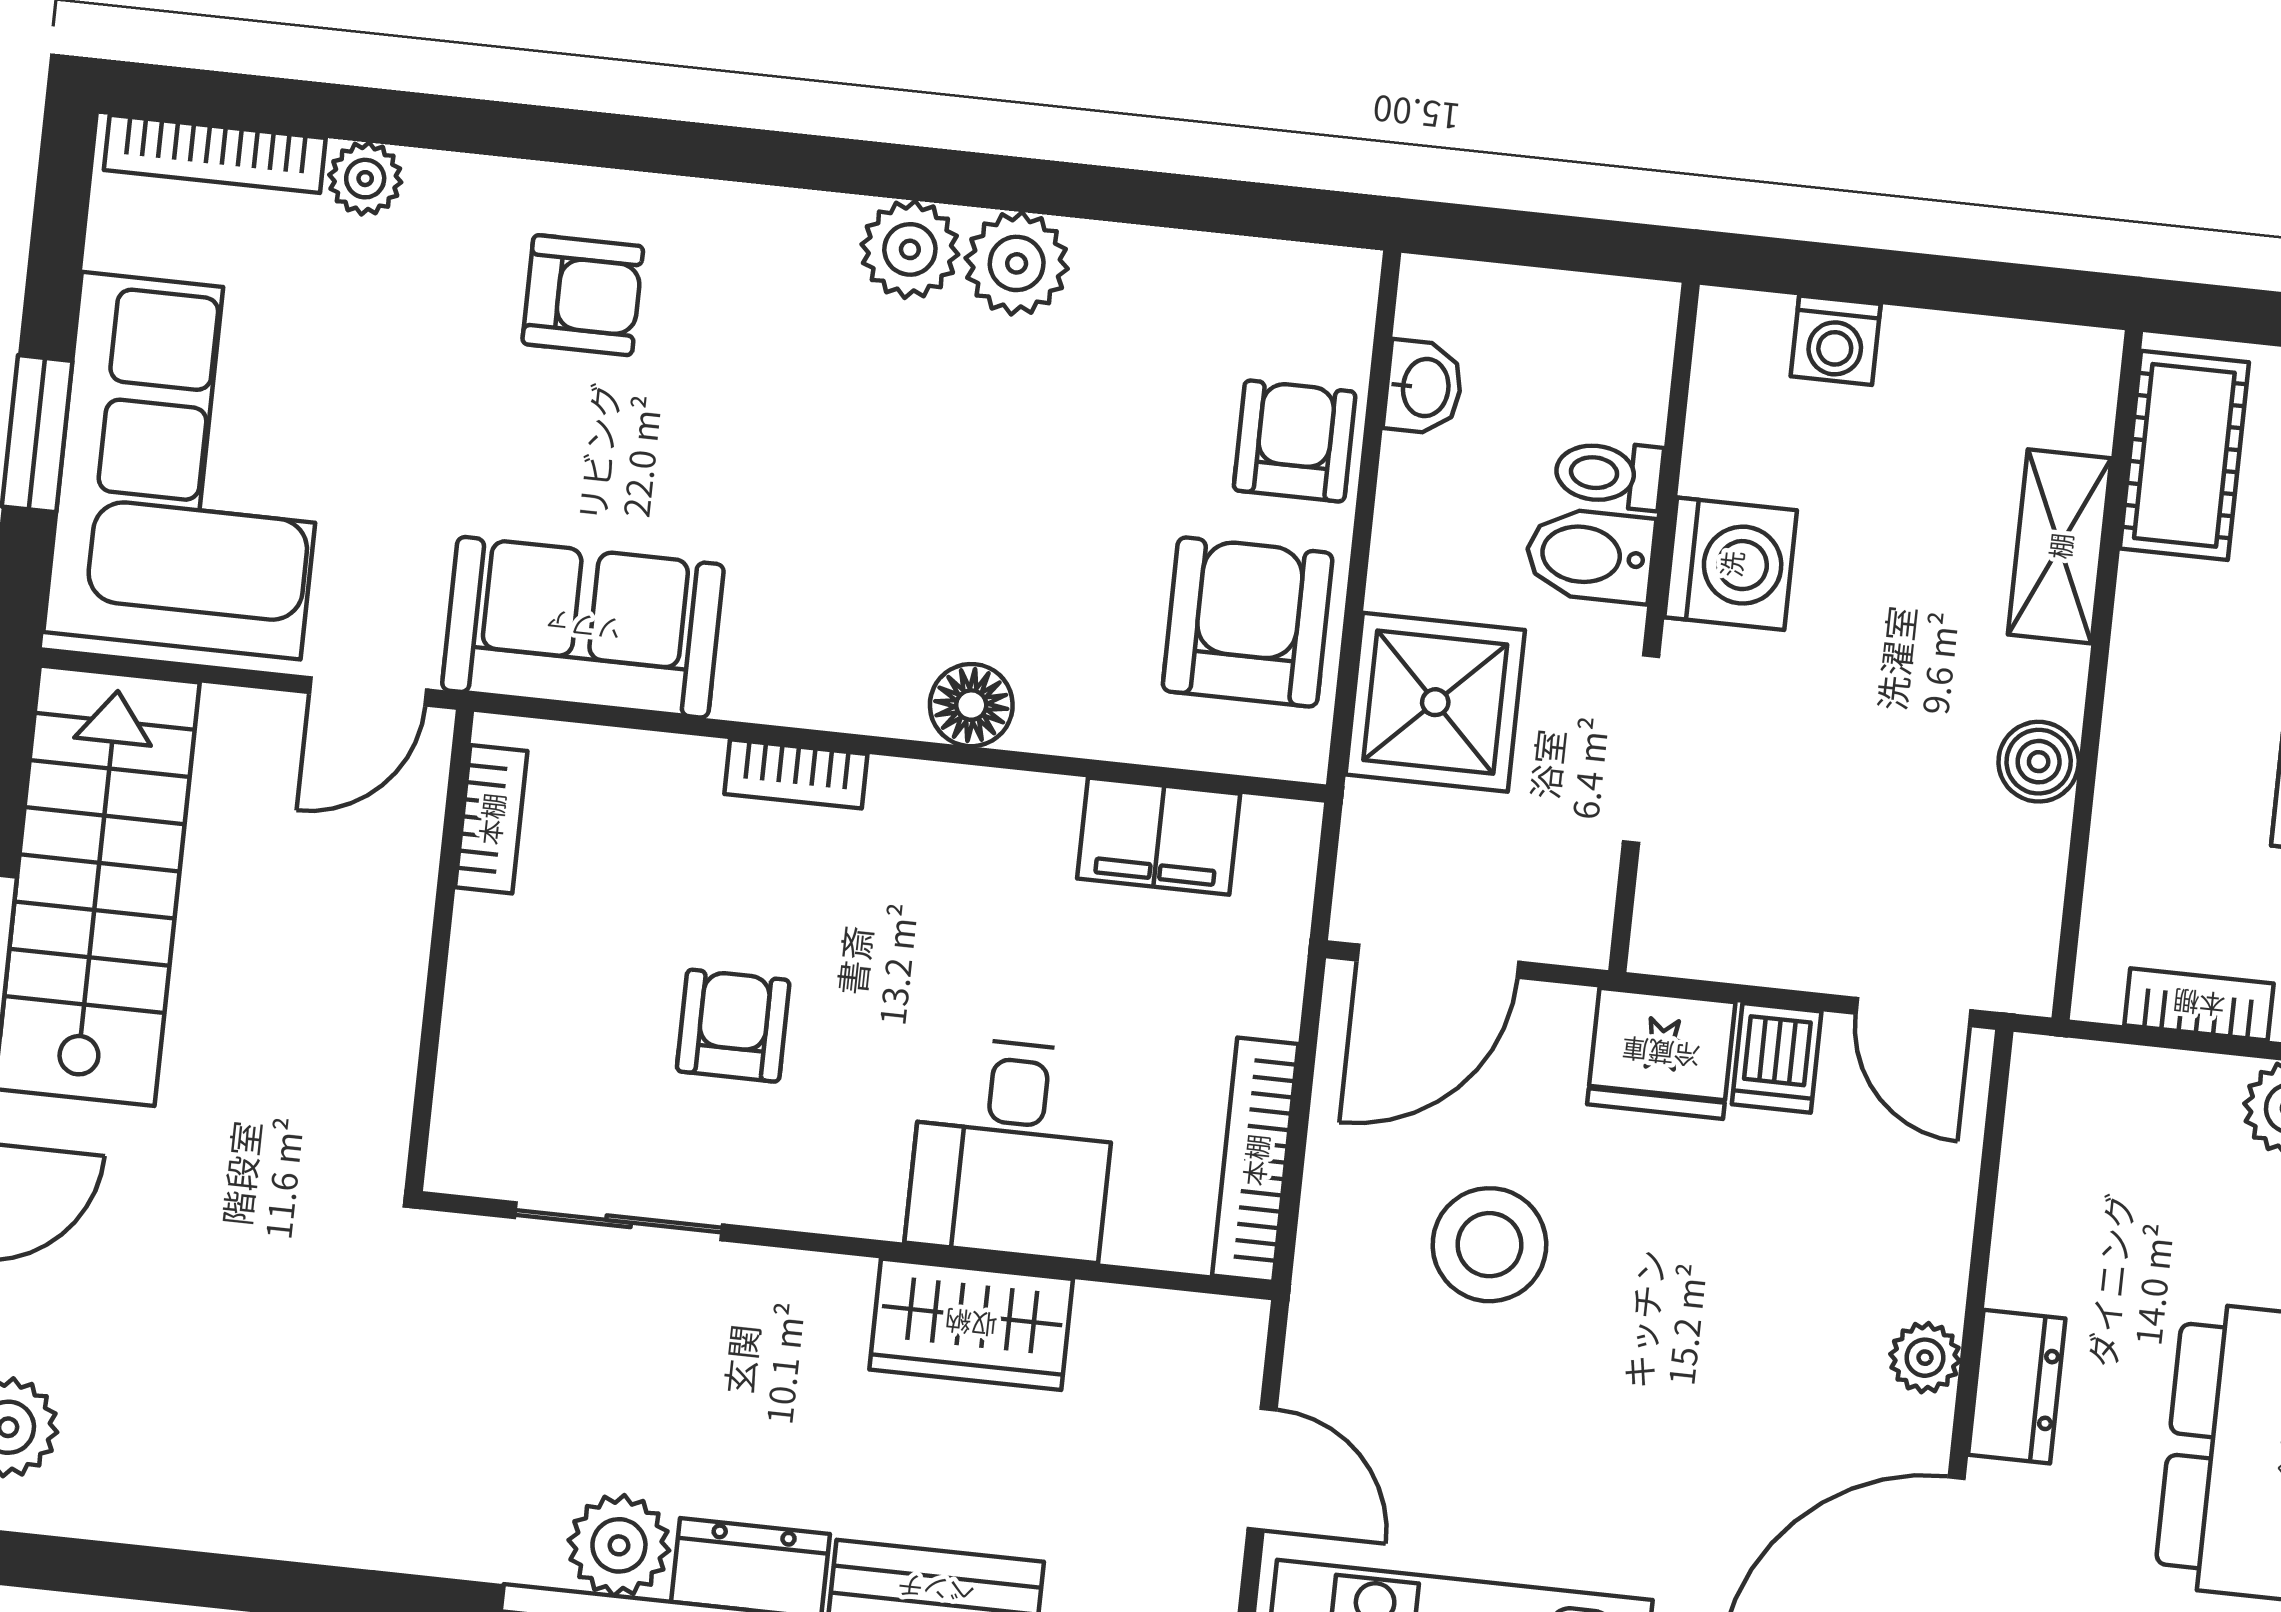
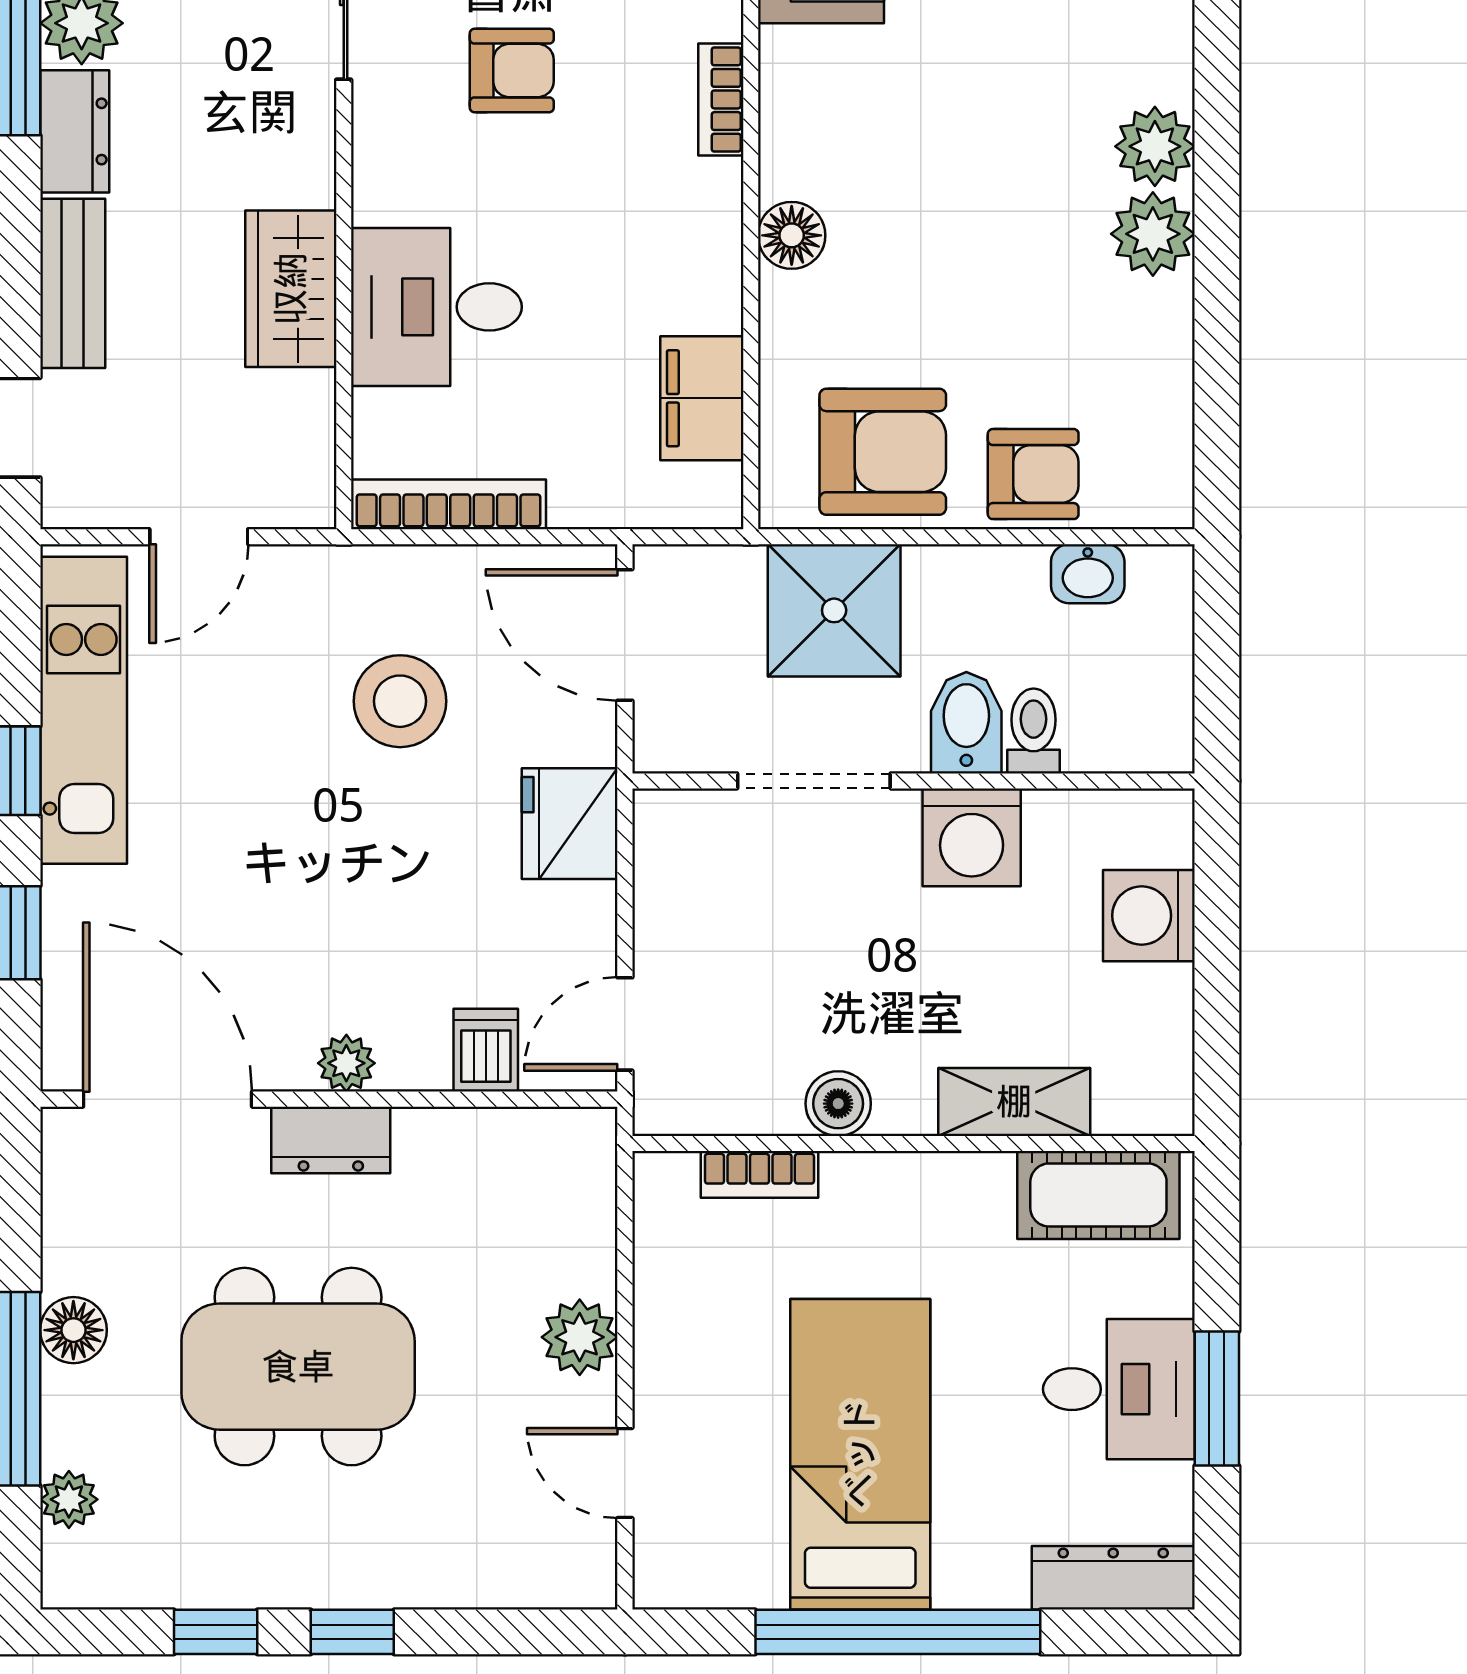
washing machine: (1836, 340) -> (1149, 916), width x1.38, depth x1.38
bookcase: (2199, 1004) -> (759, 1174), moved, turned 90
dishwasher: (1777, 1058) -> (486, 1050), moved, turned 90

